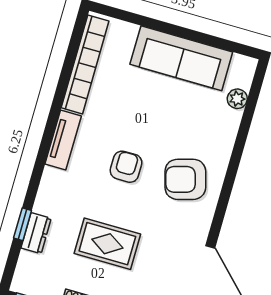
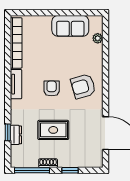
sofa: (181, 58) -> (70, 26), width x0.73

